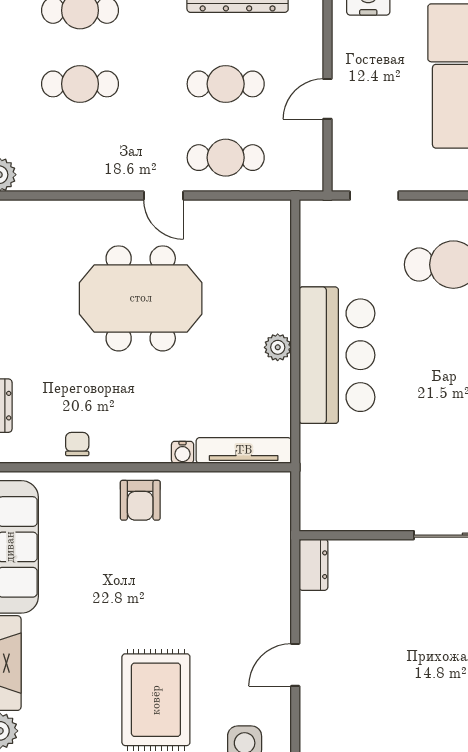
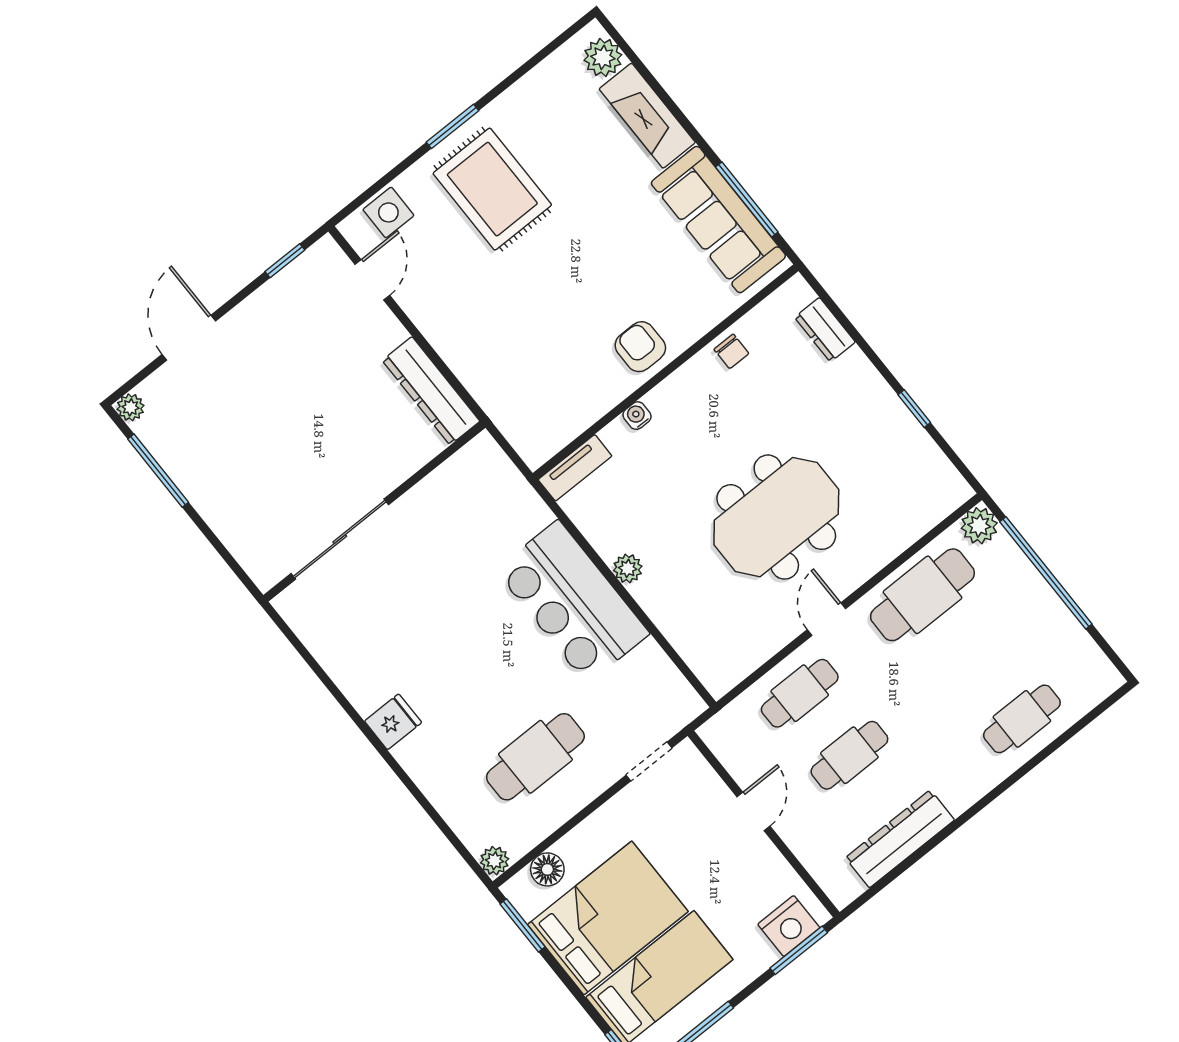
cafe table: (80, 84) -> (922, 595), moved, width x1.37, depth x1.35
door: (164, 196) -> (826, 619), hinge flipped
tv unit: (244, 450) -> (575, 468), width x0.71
dresser: (313, 565) -> (431, 391), width x1.96, depth x1.24
door: (295, 665) -> (372, 280), moved

